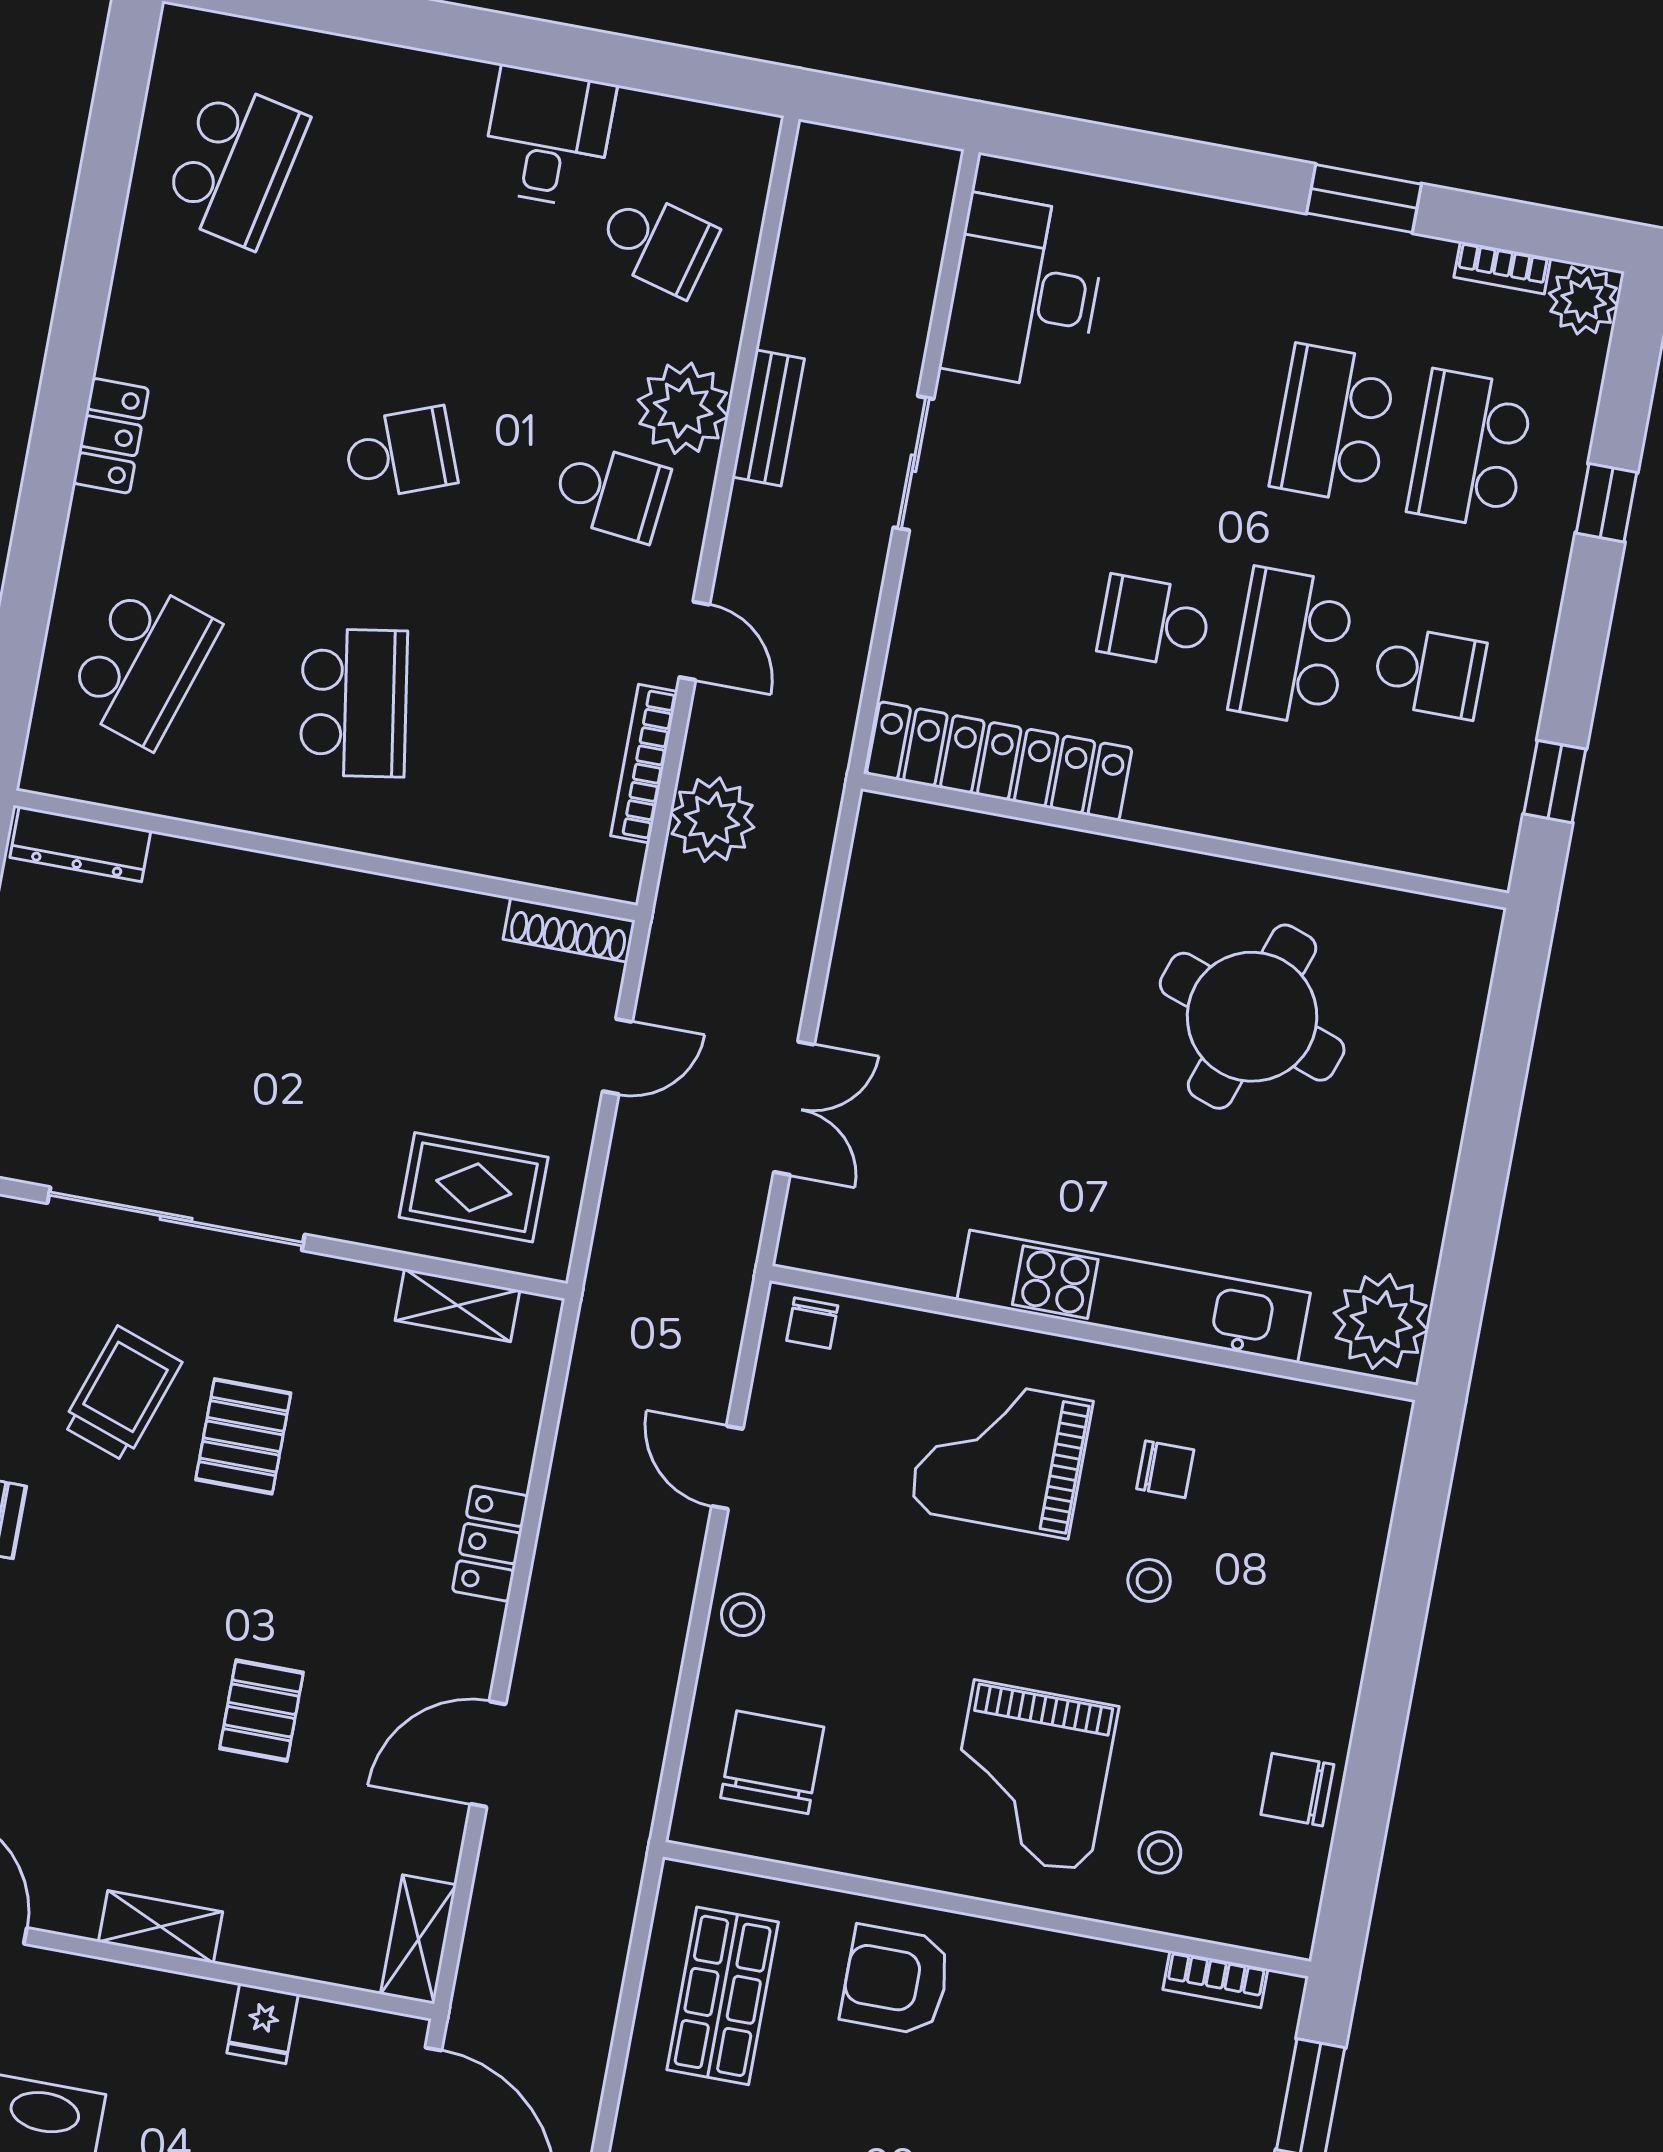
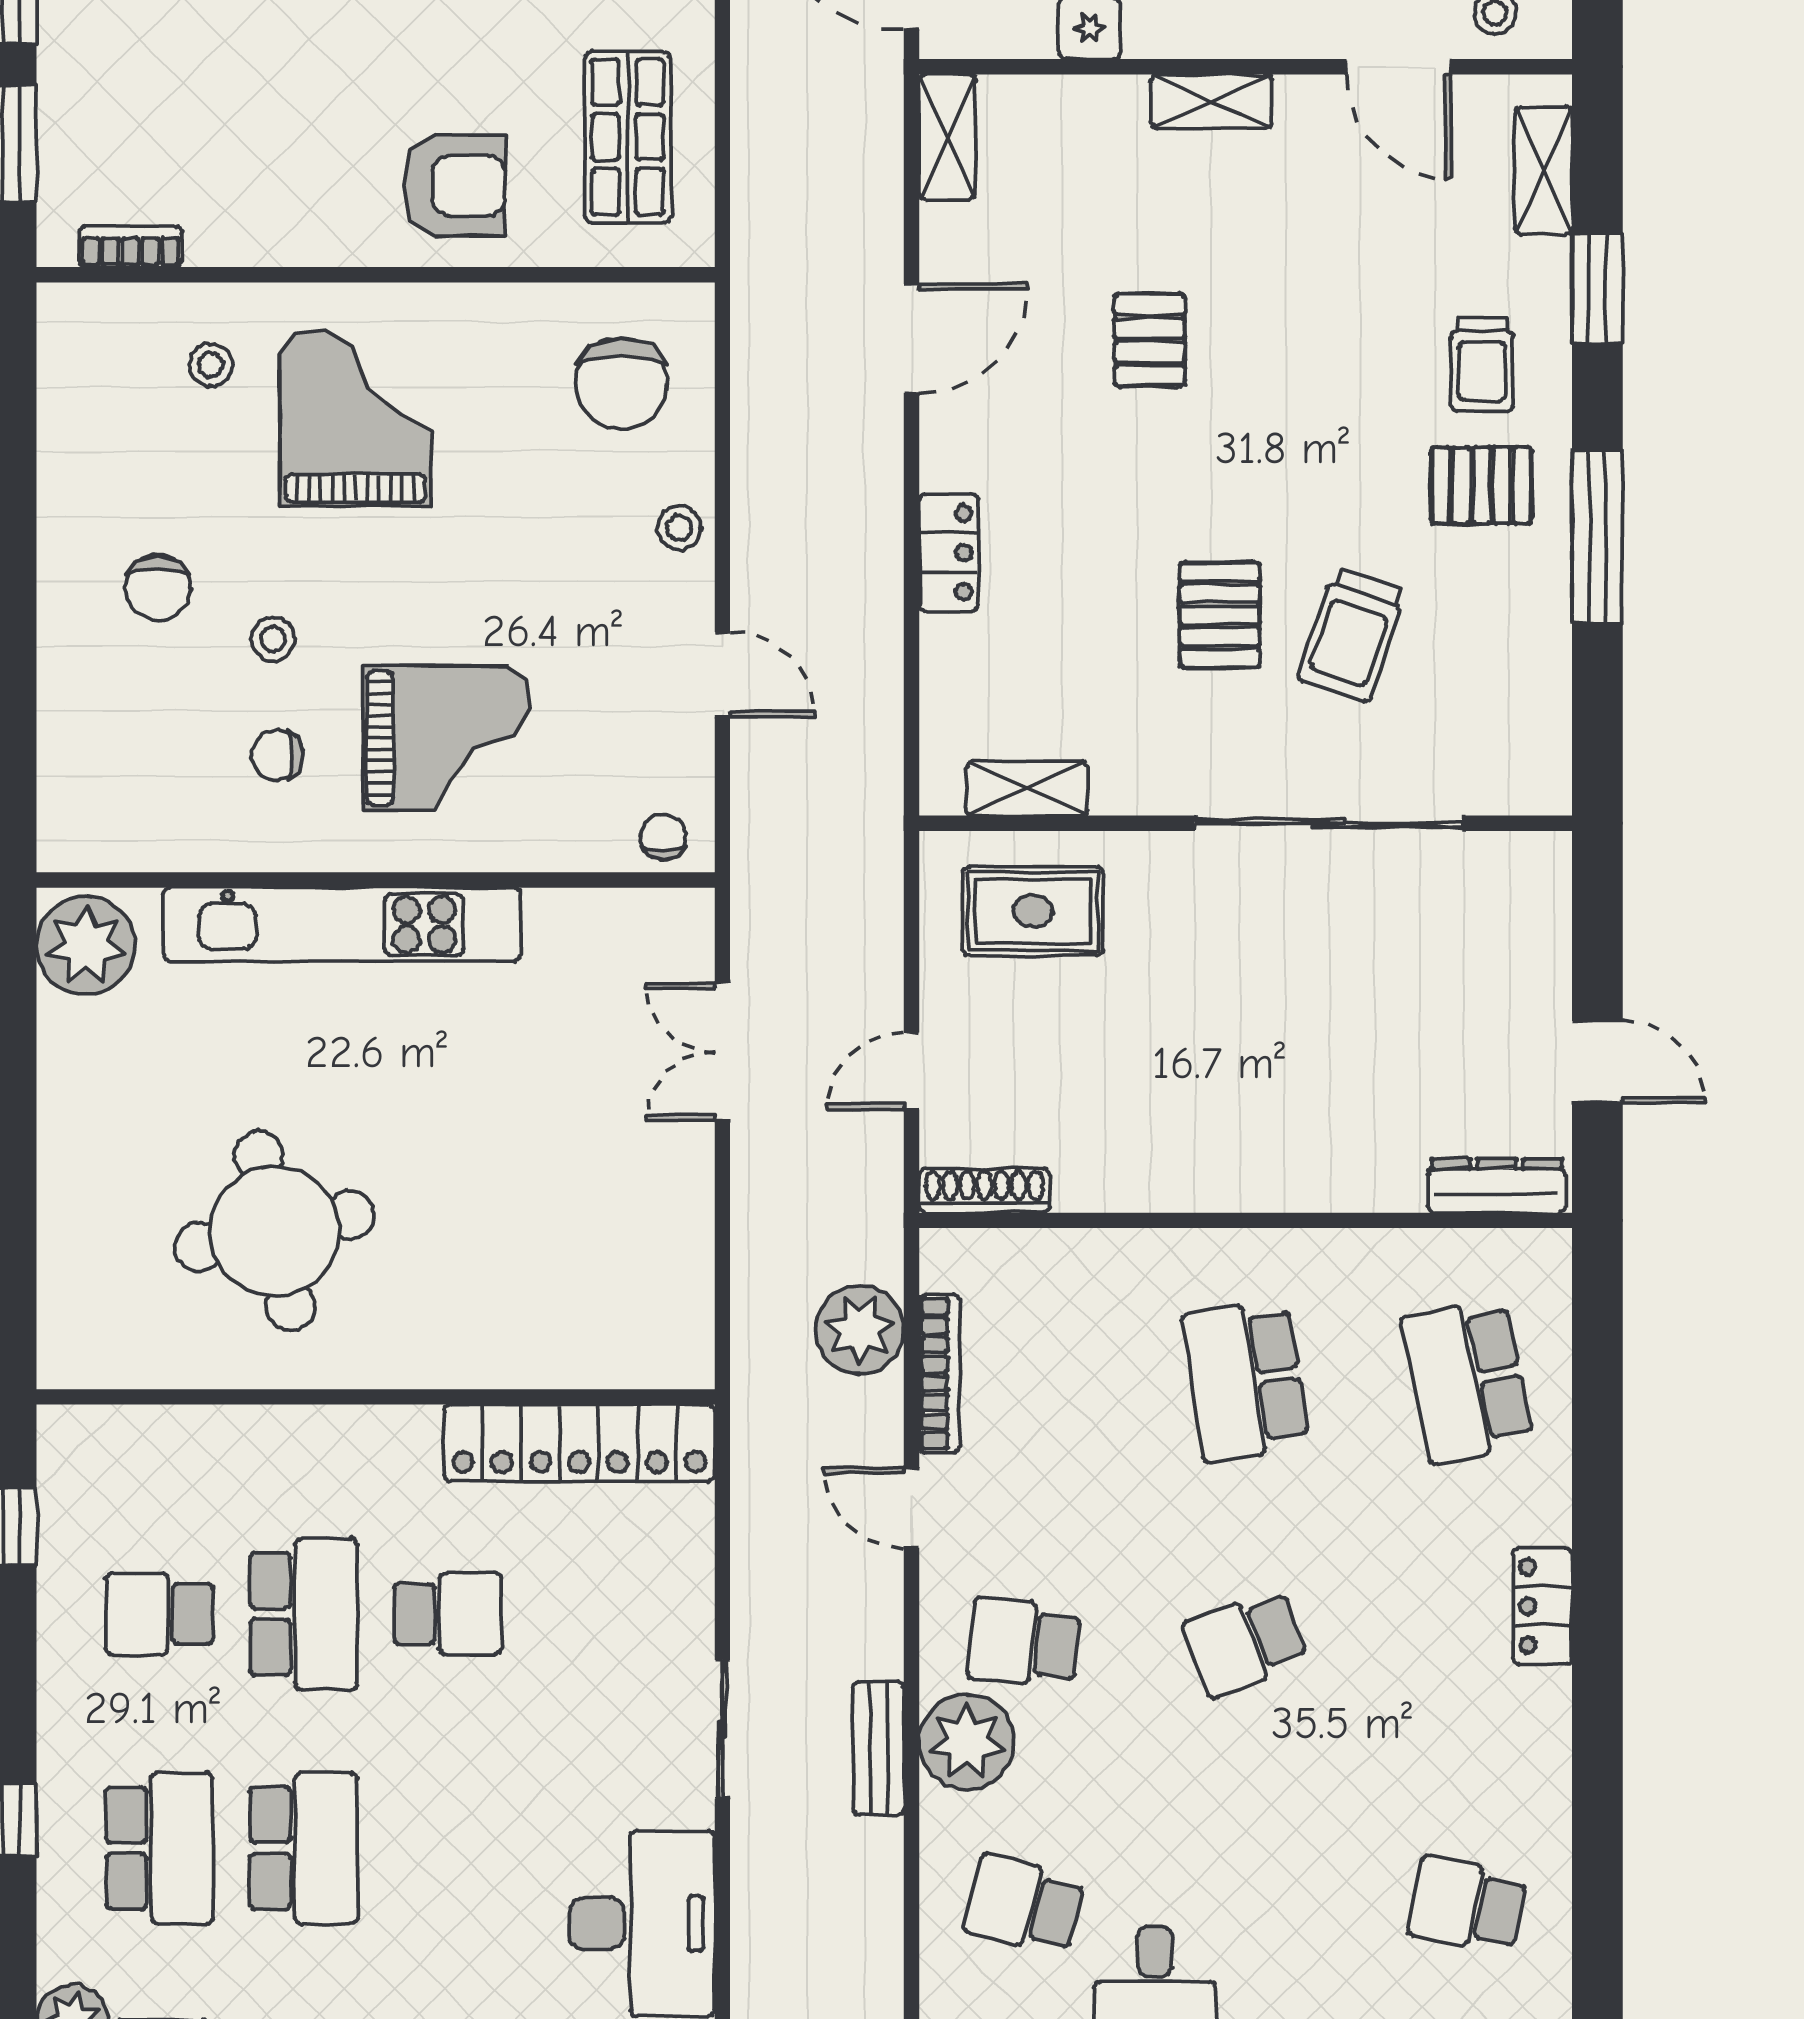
school desk: (235, 165) -> (1467, 1905), width x0.54
school desk: (143, 664) -> (1467, 1381), turned -30
round table: (1252, 1017) -> (274, 1231), turned -31
chair: (1297, 1790) -> (158, 588), moved, turned 90

